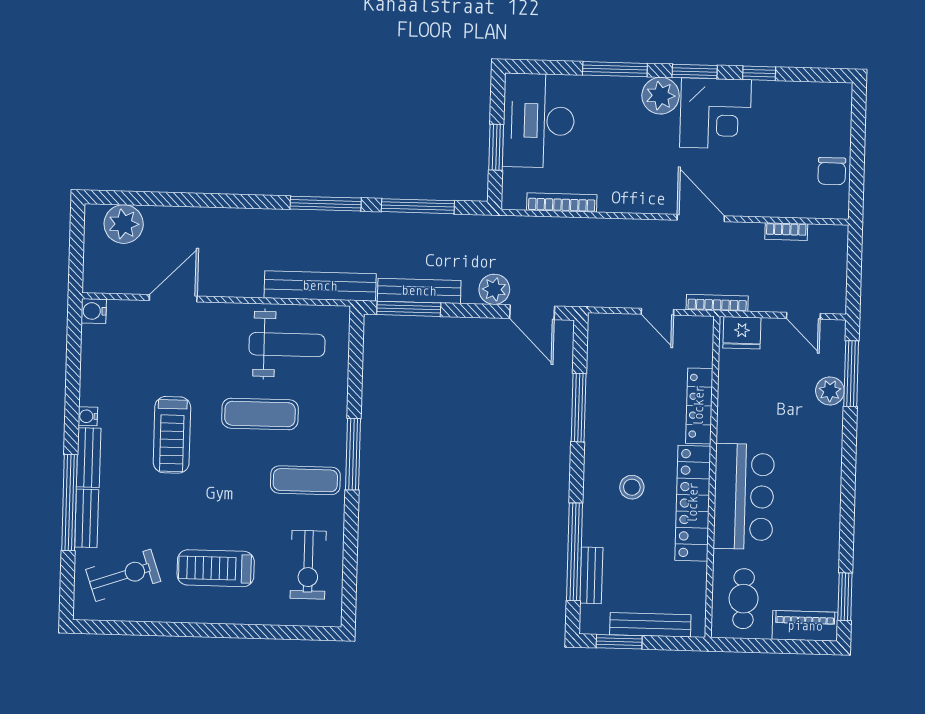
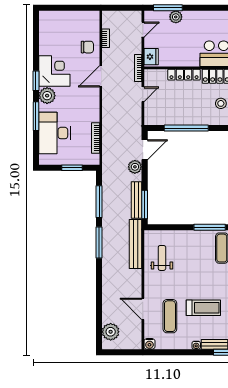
window: (759, 73) -> (36, 52), removed
desk: (539, 121) -> (54, 133), moved, turned 90
chair: (832, 171) -> (87, 47), moved
weight bench: (287, 345) -> (162, 258), width x0.73, depth x0.75
window: (579, 408) -> (186, 128), width x1.46
exercise mat: (260, 414) -> (170, 316), moved

